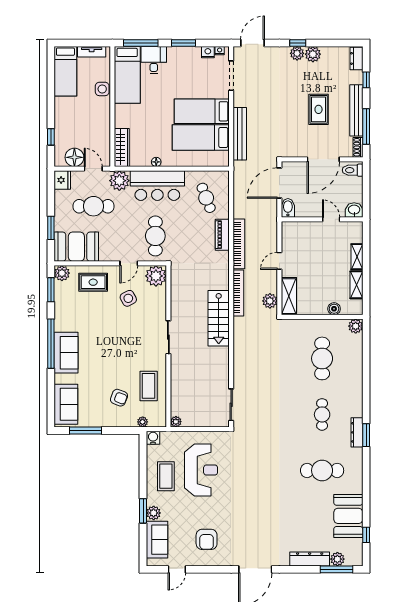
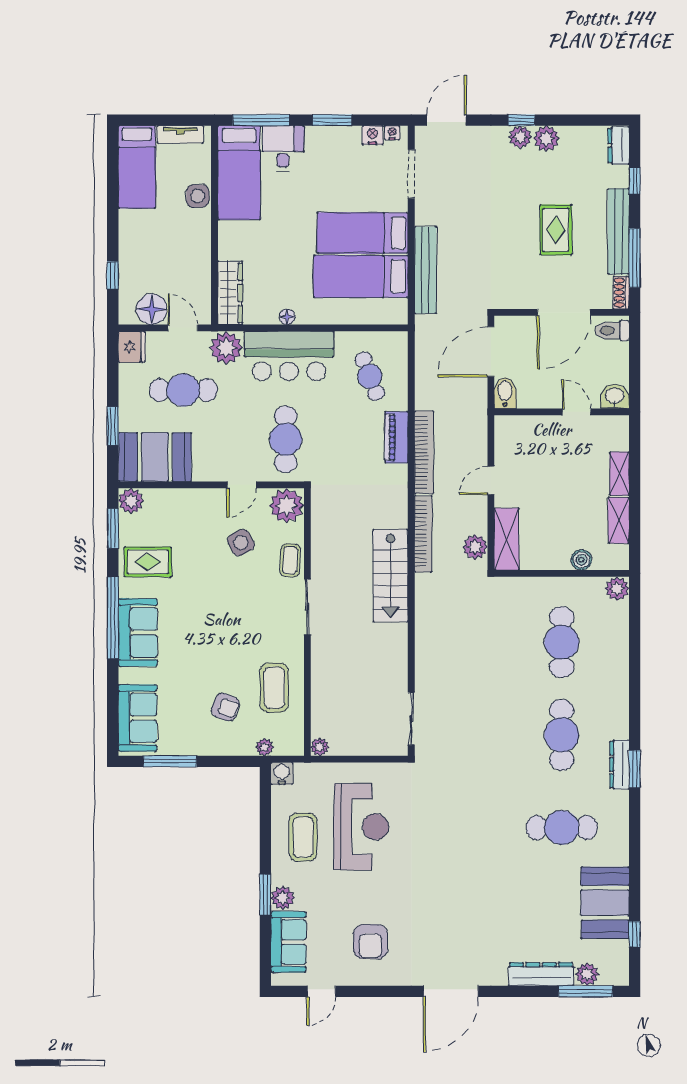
rug: (93, 282) -> (148, 562), moved
coffee table: (158, 309) -> (290, 560), added
cafe table: (322, 414) -> (562, 735), width x1.37, depth x1.35

